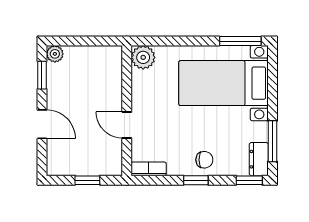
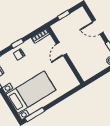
plant: (143, 57) -> (72, 82), removed
door: (127, 125) -> (61, 49), swing flipped

